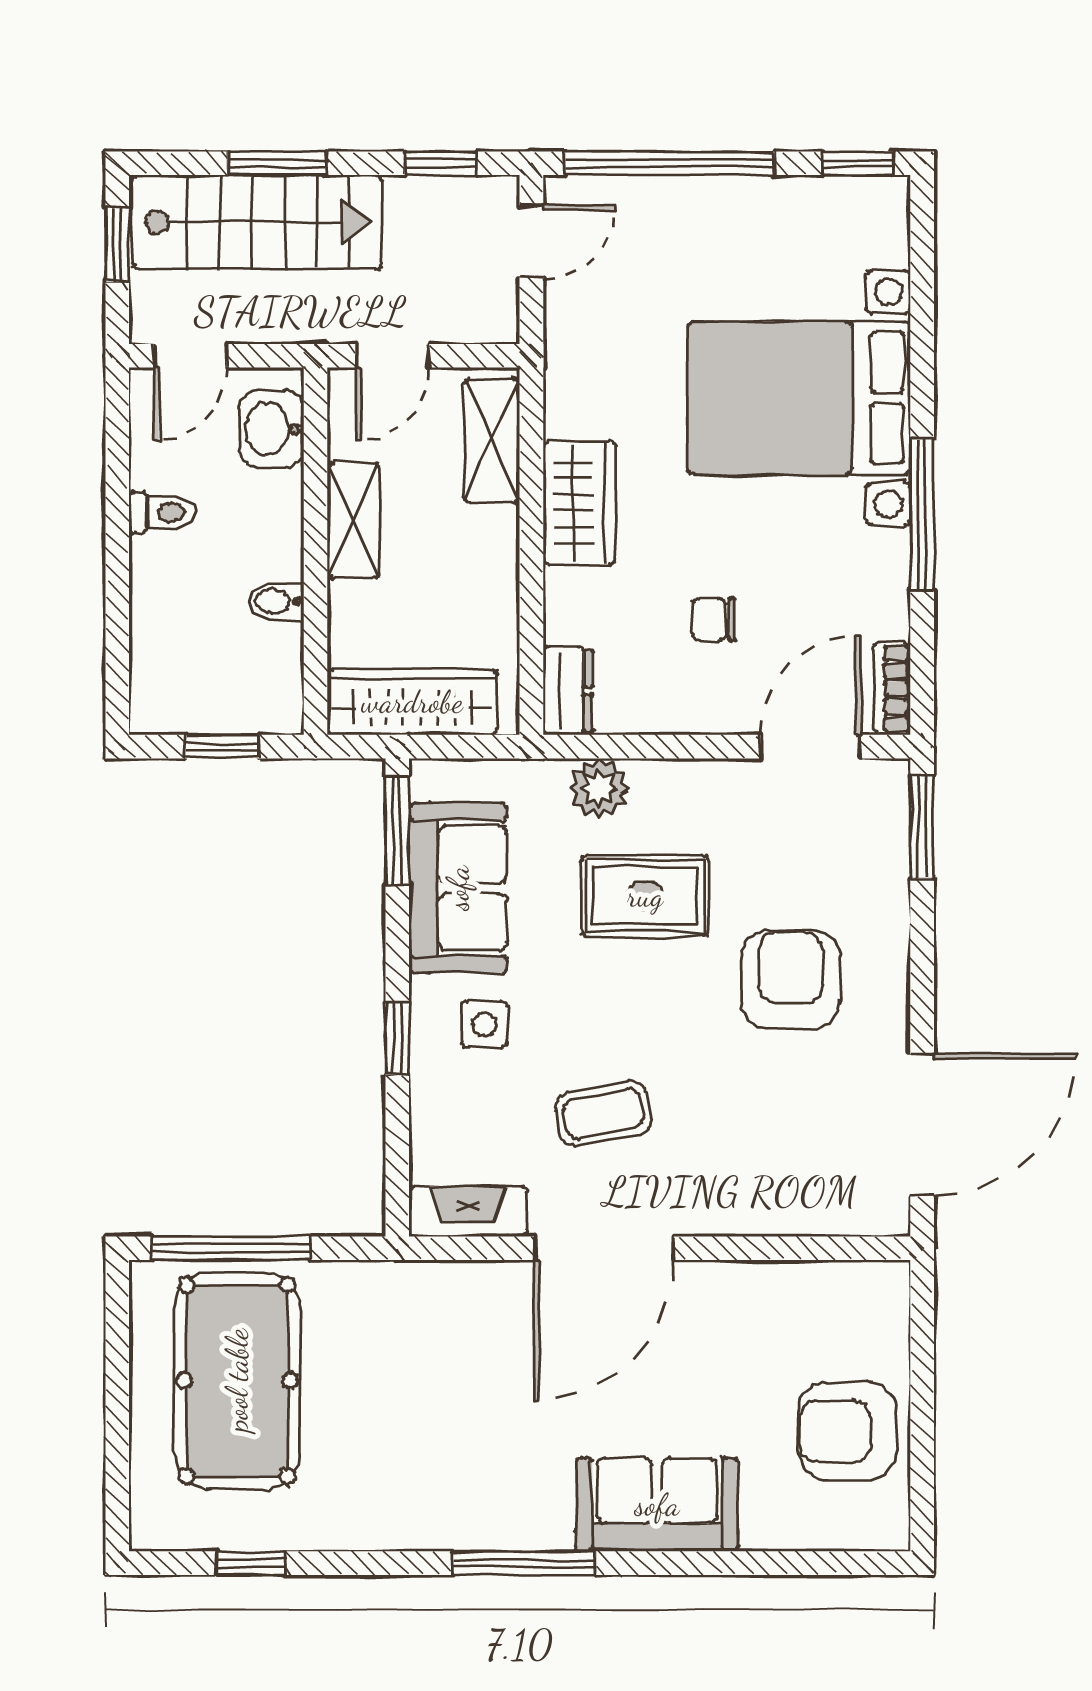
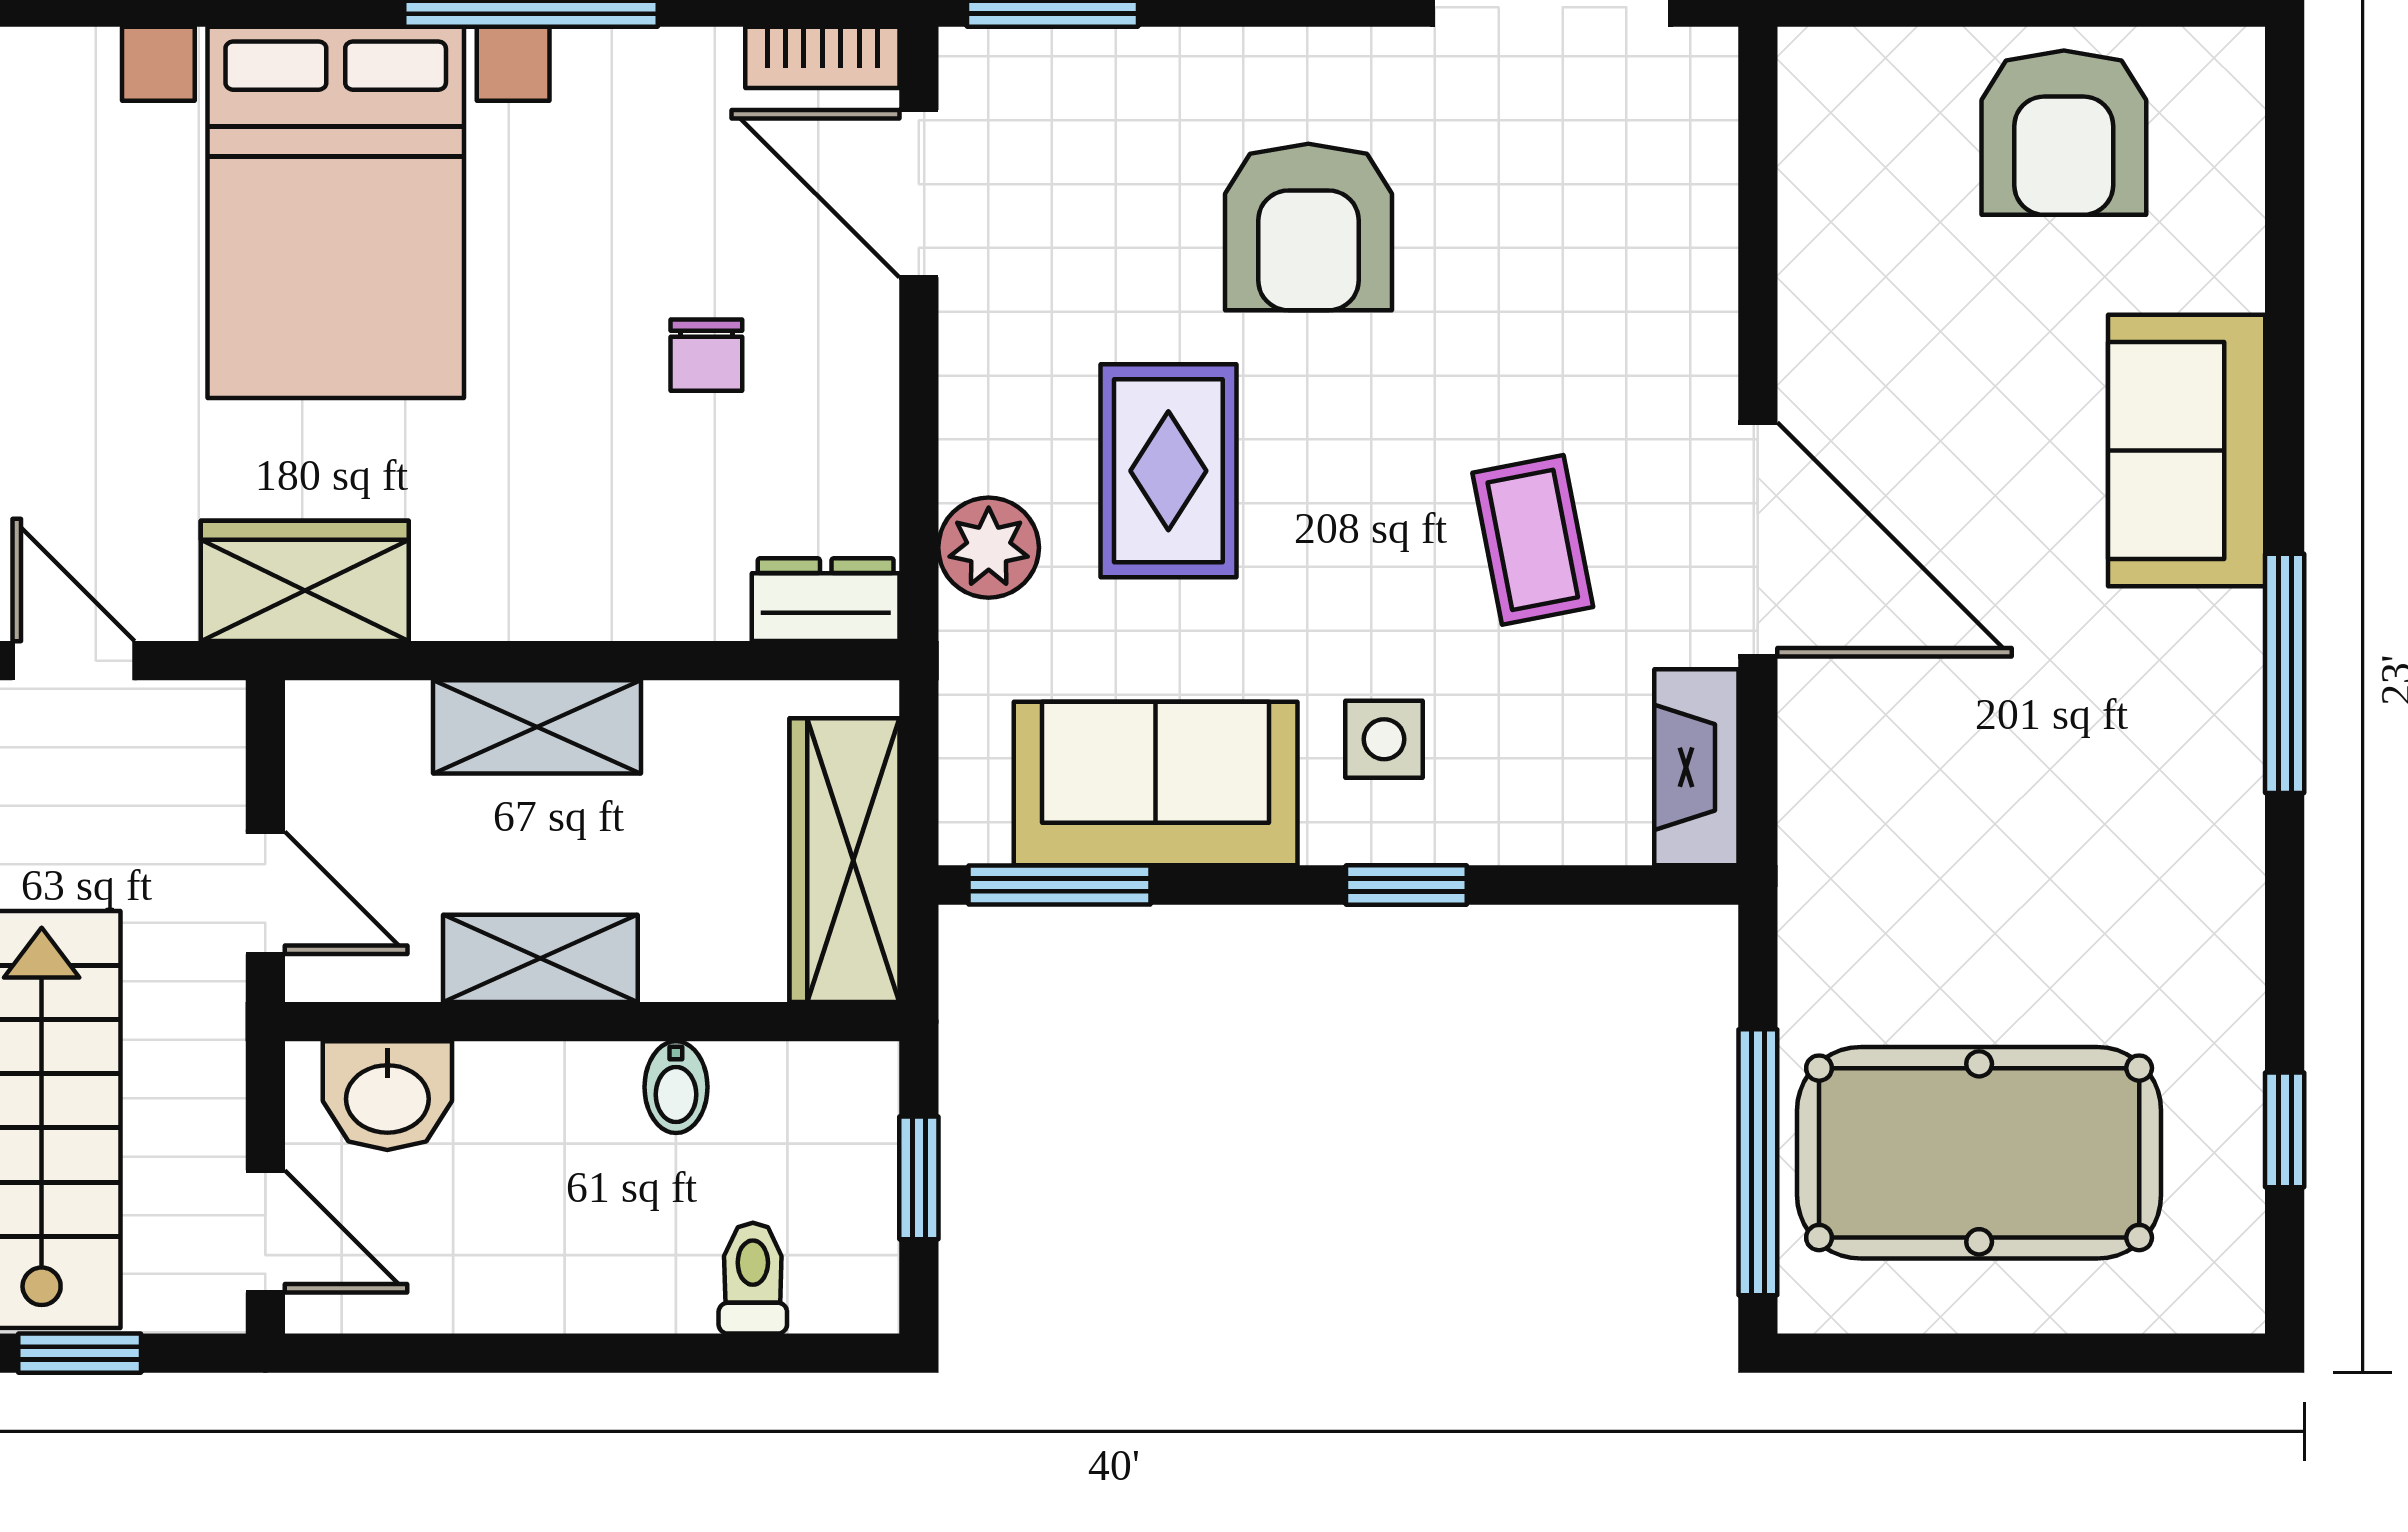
shelving: (492, 440) -> (537, 727), moved
wardrobe: (579, 503) -> (305, 581), moved
toilet: (162, 512) -> (753, 1278), moved
armchair: (791, 980) -> (1308, 227), turned -90

